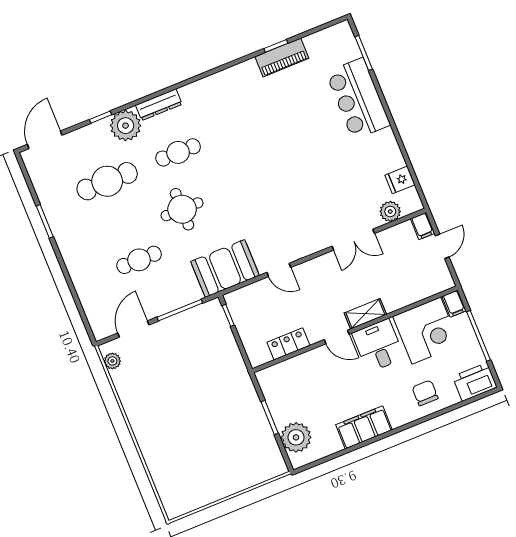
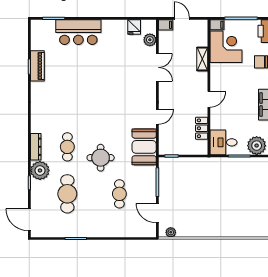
shelving: (365, 314) -> (202, 59), moved
desk: (378, 346) -> (223, 142), moved

